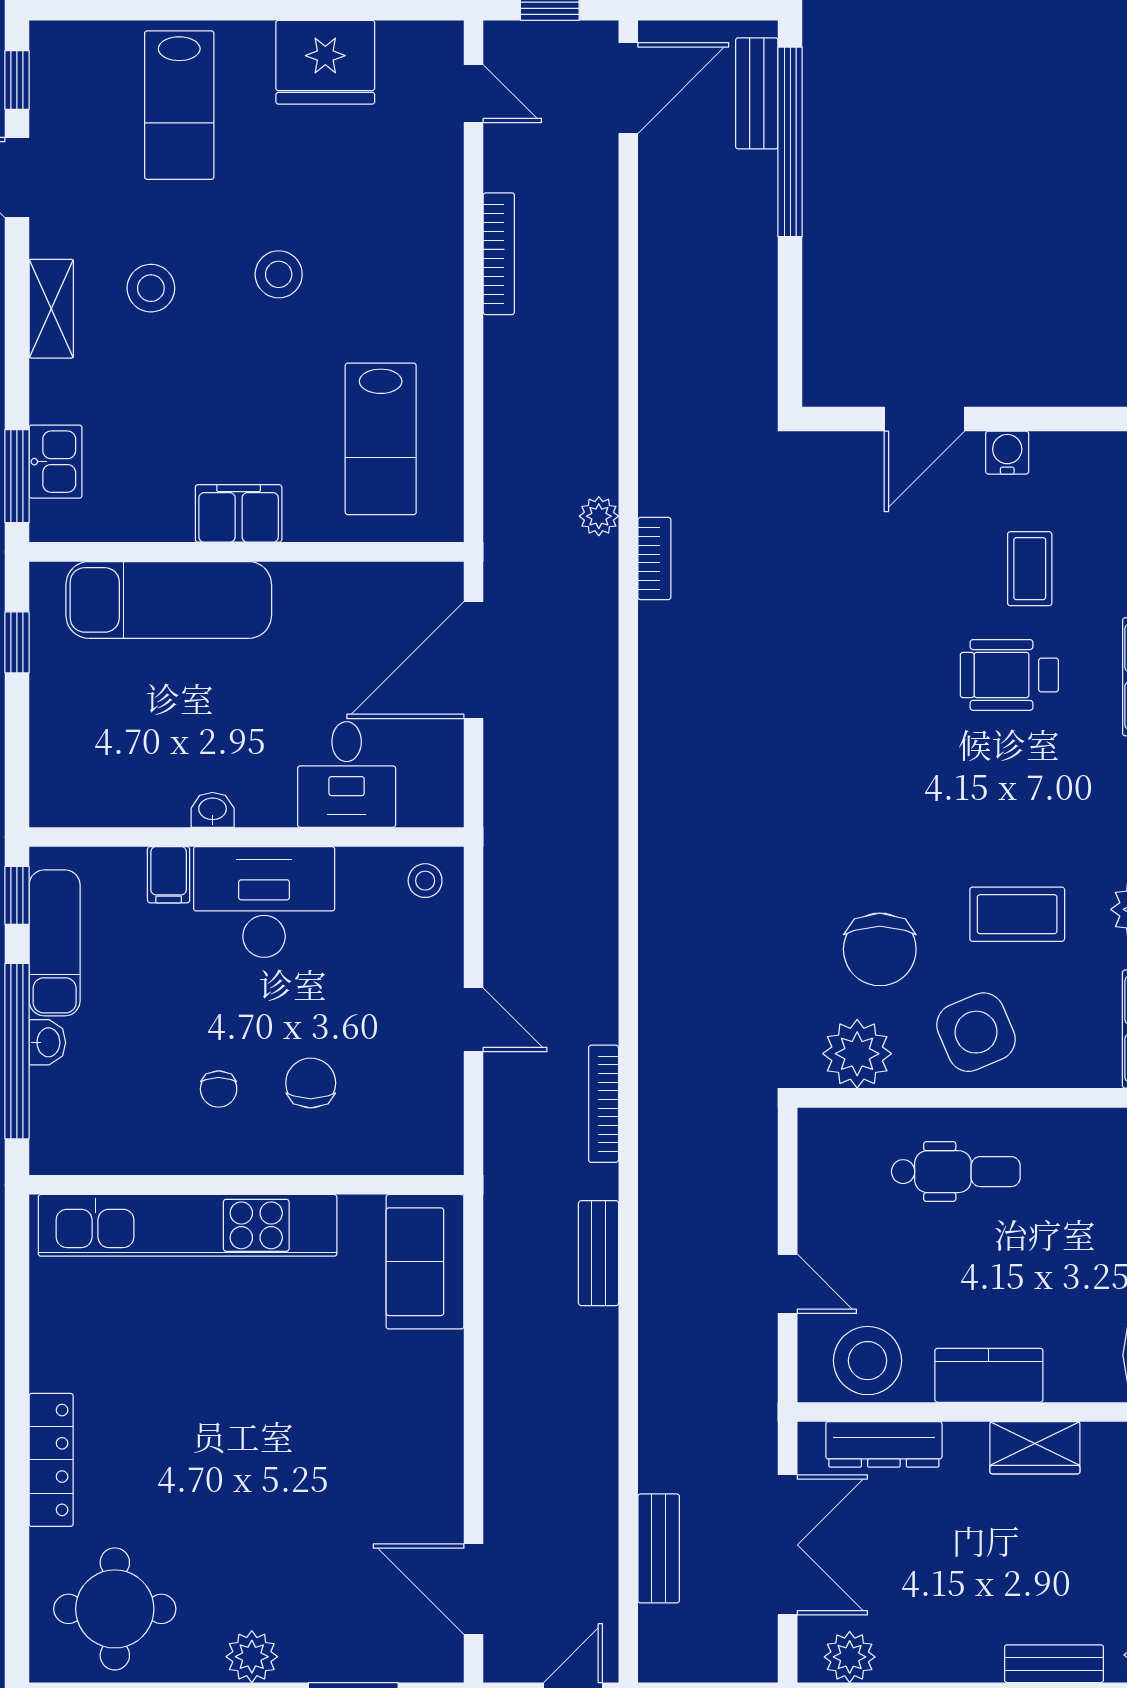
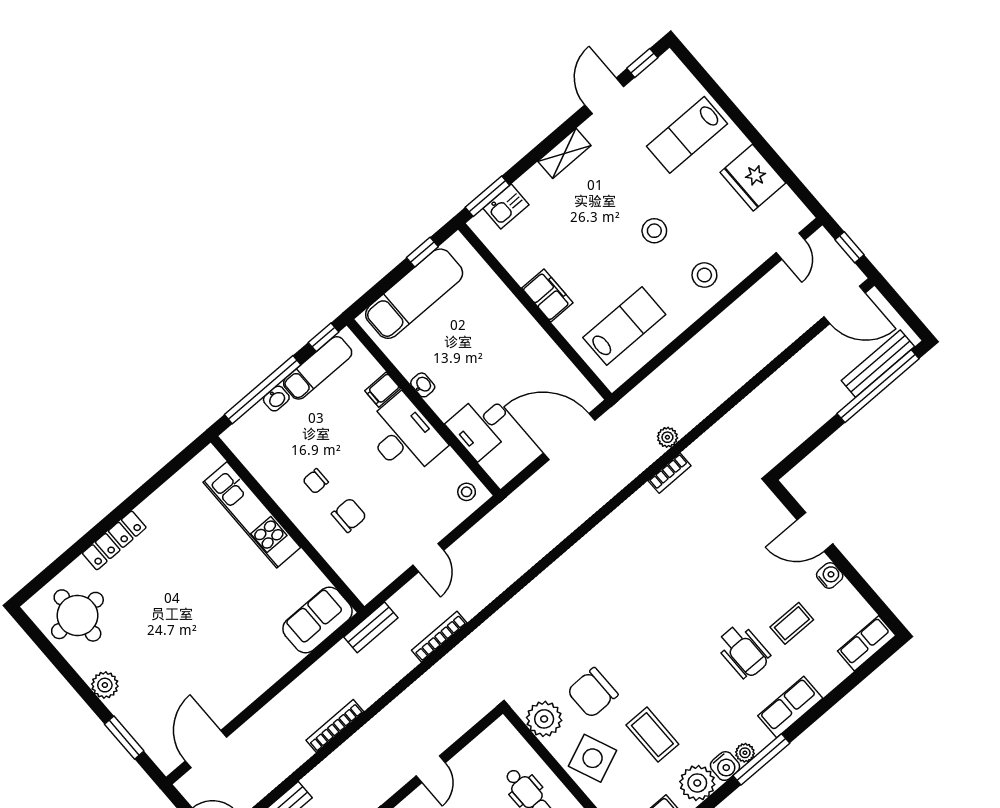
bench: (757, 93) -> (878, 364), width x1.36
bookcase: (499, 254) -> (335, 726), moved, turned 180
stool: (151, 288) -> (704, 275), moved
lab bench: (381, 439) -> (624, 326), turned 180
exam couch: (169, 600) -> (414, 294), moved, turned -90
wheelchair: (1009, 675) -> (743, 651), turned 180
kitchen unit: (188, 1225) -> (252, 515), width x0.73
bench: (599, 1253) -> (371, 627), moved

